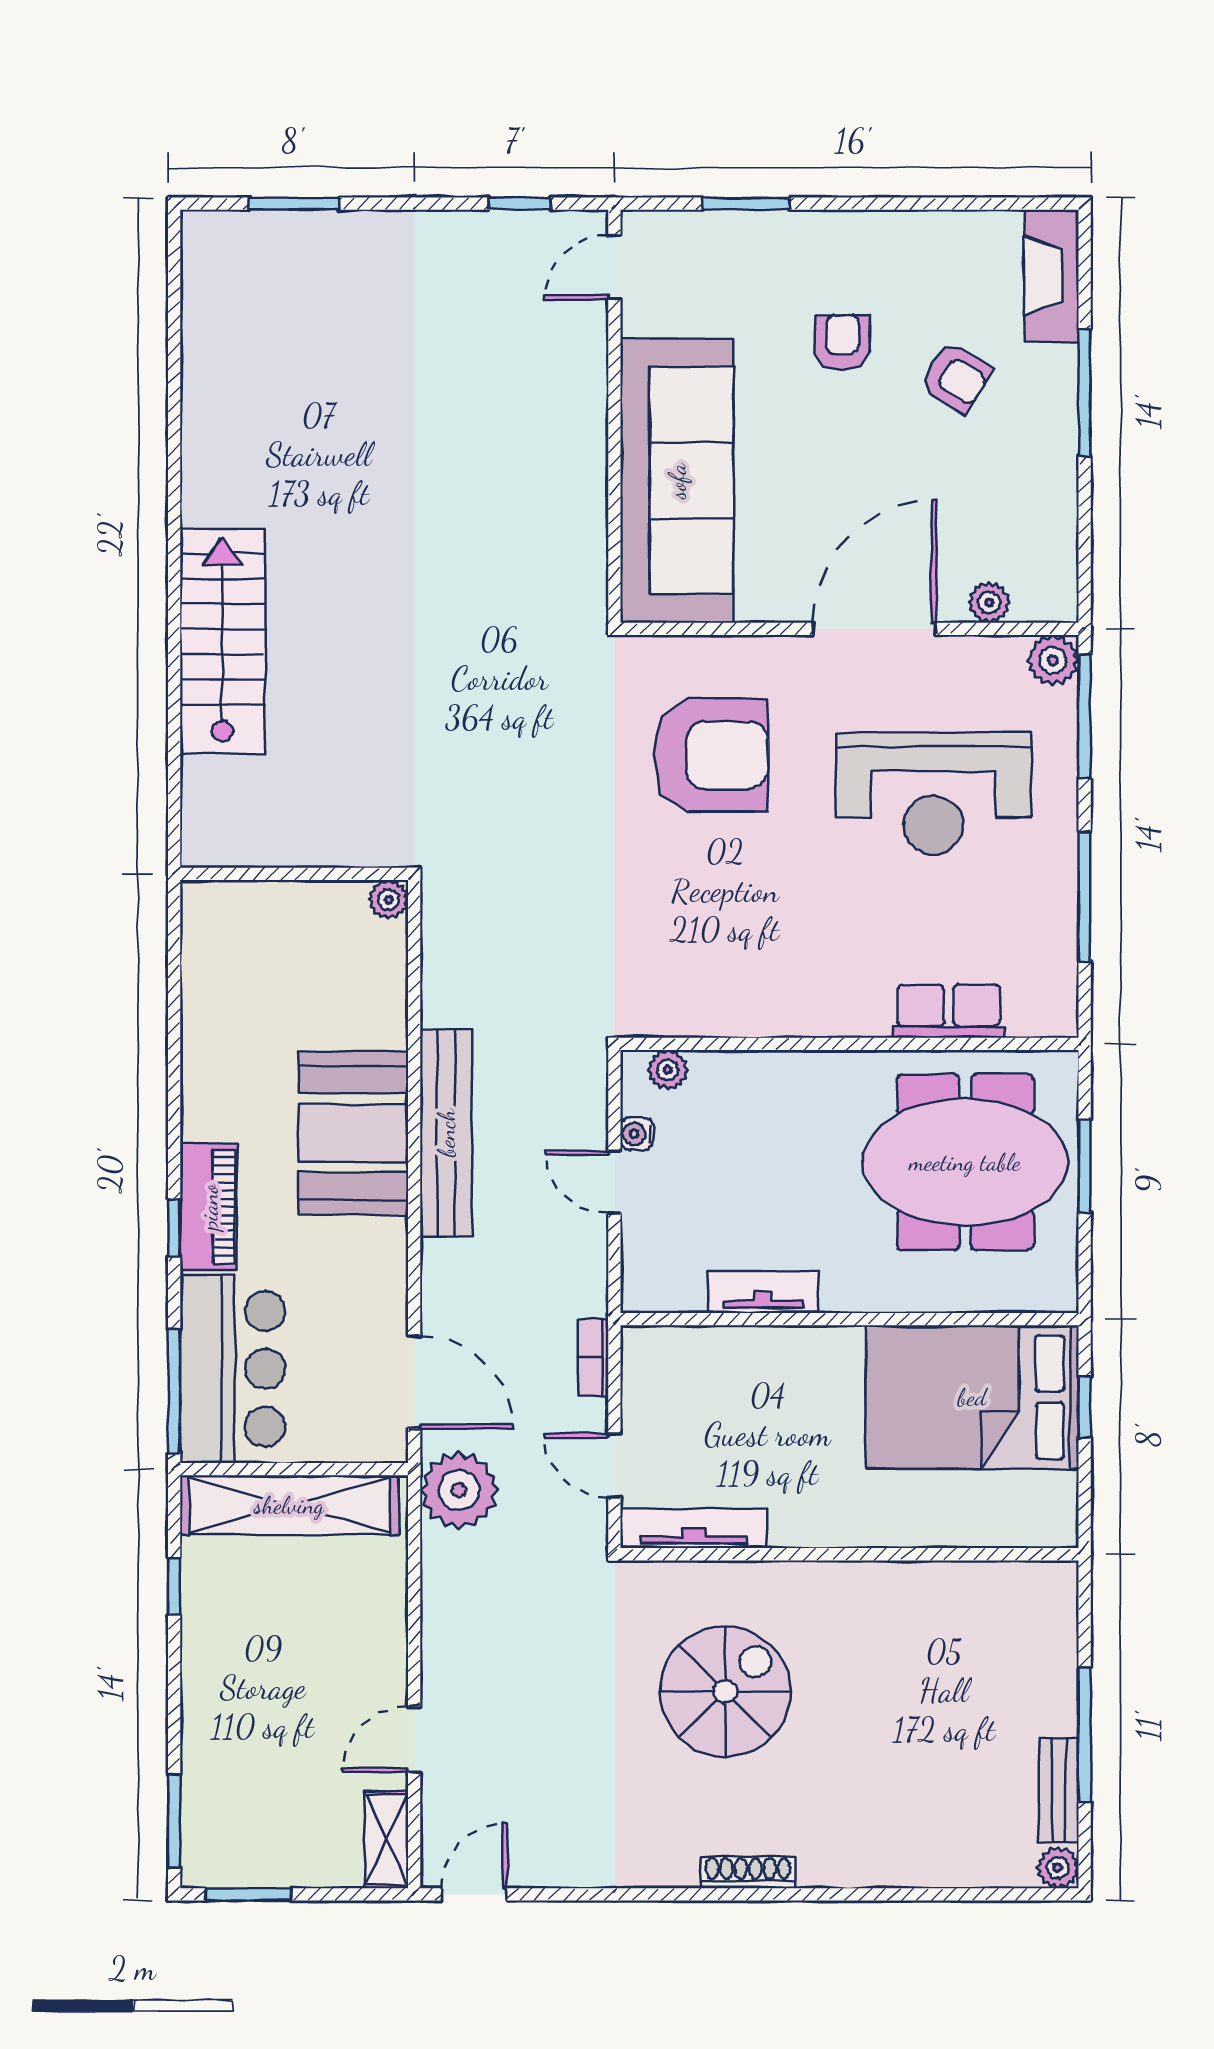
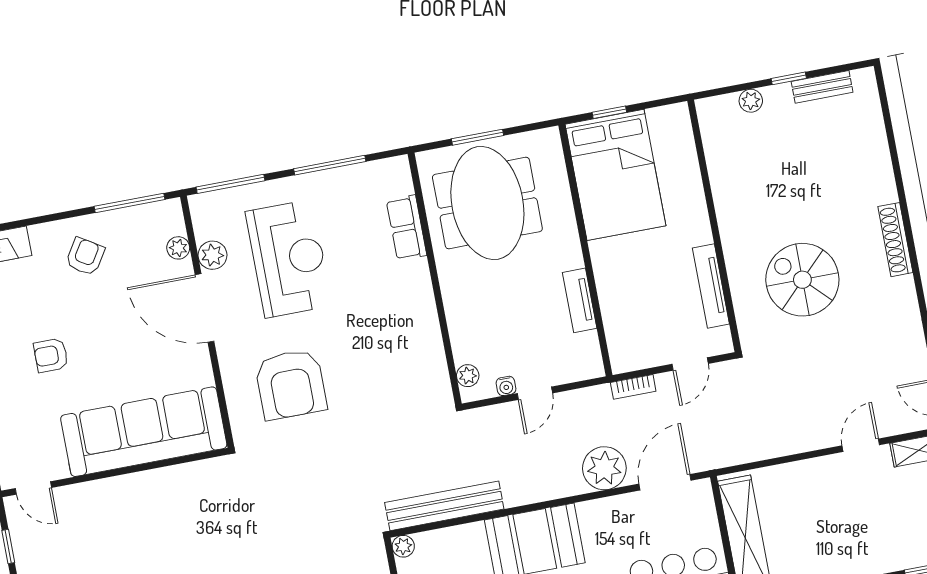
armchair: (956, 377) -> (85, 256), moved
window: (1085, 392) -> (129, 203), moved
plant: (1053, 660) -> (212, 255), moved
armchair: (711, 755) -> (291, 384), turned 180
bench: (446, 1133) -> (444, 506), moved
plant: (459, 1490) -> (604, 468), moved
tv unit: (694, 1528) -> (711, 286), moved
window: (1085, 1735) -> (789, 78), width x0.46
door: (414, 1739) -> (861, 445), swing flipped
plant: (1058, 1868) -> (751, 101), moved
shoe rack: (748, 1872) -> (895, 240), width x1.36, depth x1.24

